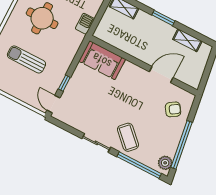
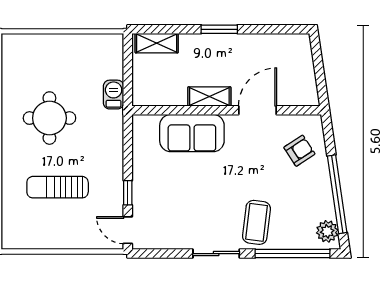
shelving: (187, 40) -> (209, 96), moved
sofa: (102, 60) -> (192, 133), moved
coffee table: (128, 137) -> (256, 222), turned 53

